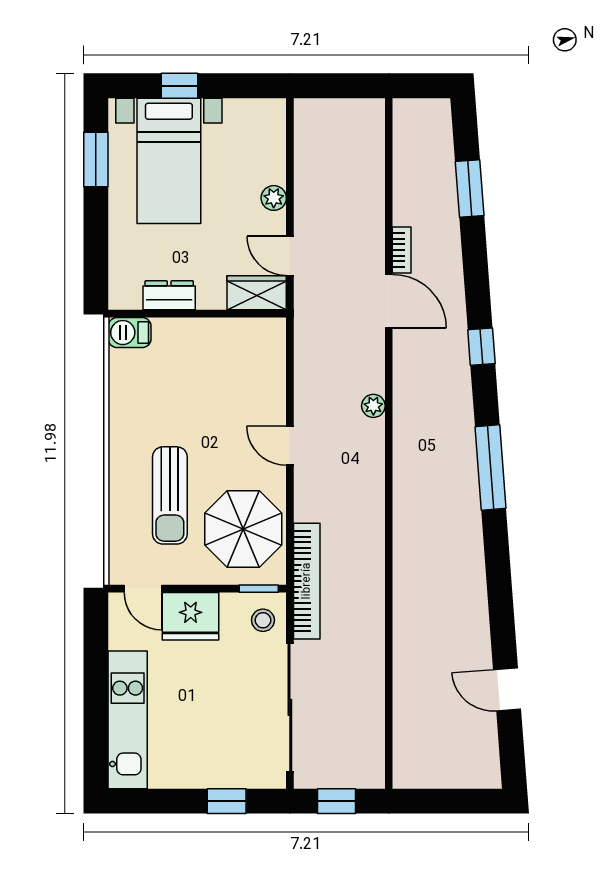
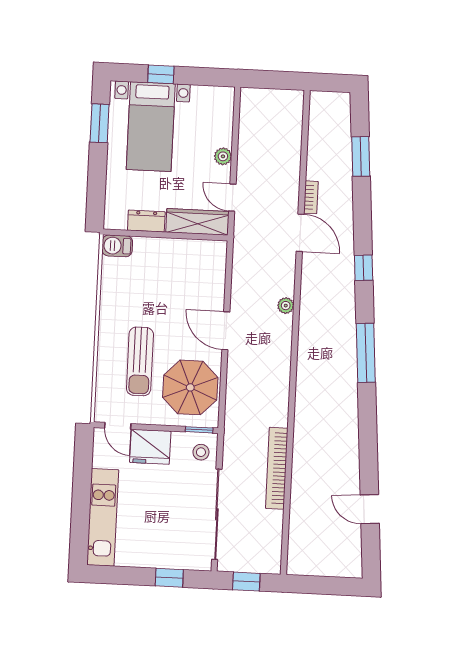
wardrobe: (257, 293) -> (197, 222), width x1.50
door: (290, 446) -> (226, 331), width x1.38
bookcase: (307, 581) -> (277, 468), moved, turned 180

